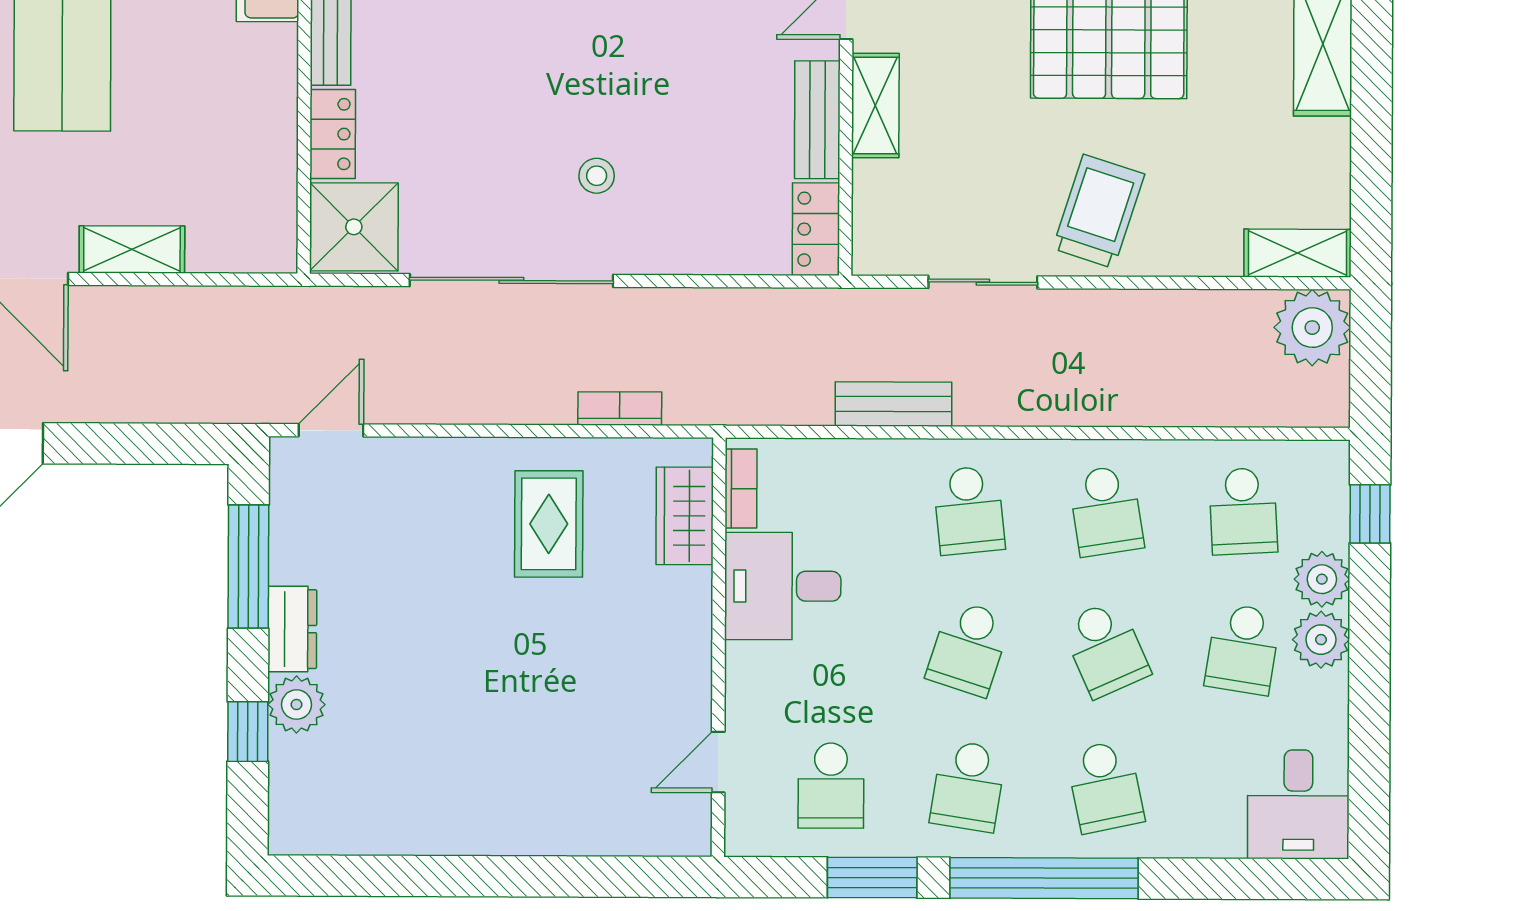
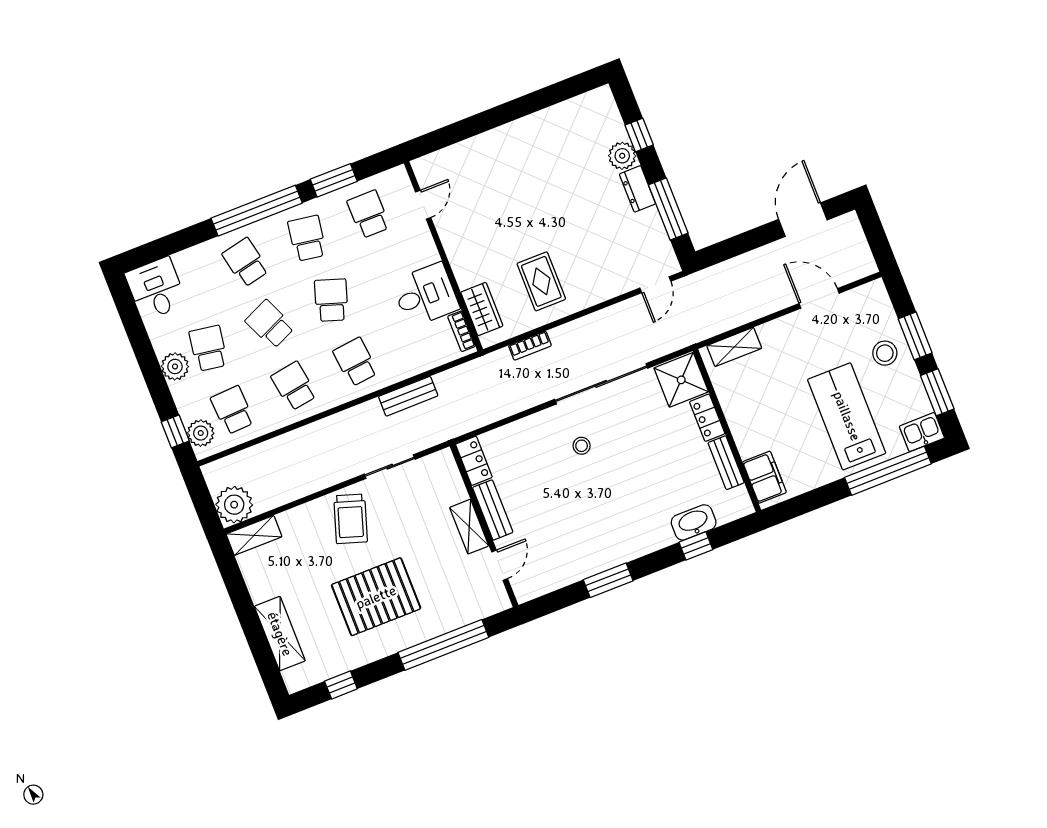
shelving: (132, 249) -> (734, 347), moved
plant: (1322, 579) -> (201, 433), moved

